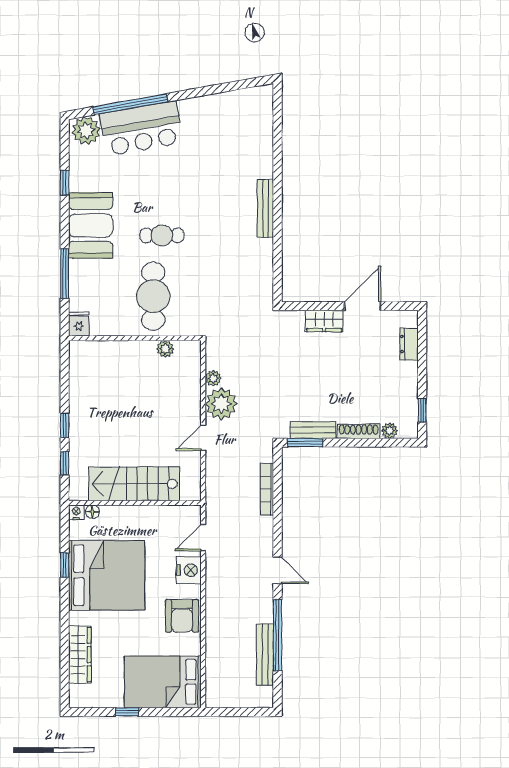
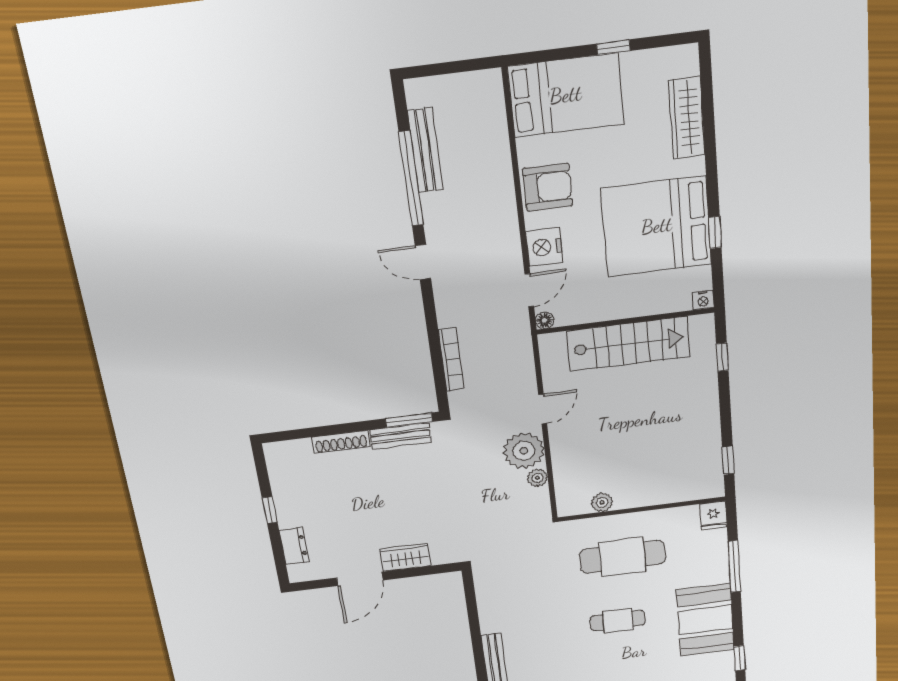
cafe table: (153, 296) -> (622, 557), turned 90
window: (422, 410) -> (270, 510), moved
window: (65, 425) -> (728, 460), moved
plant: (390, 431) -> (301, 448), removed
floor lamp: (92, 512) -> (545, 320), moved
armchair: (182, 616) -> (548, 187), turned 90

